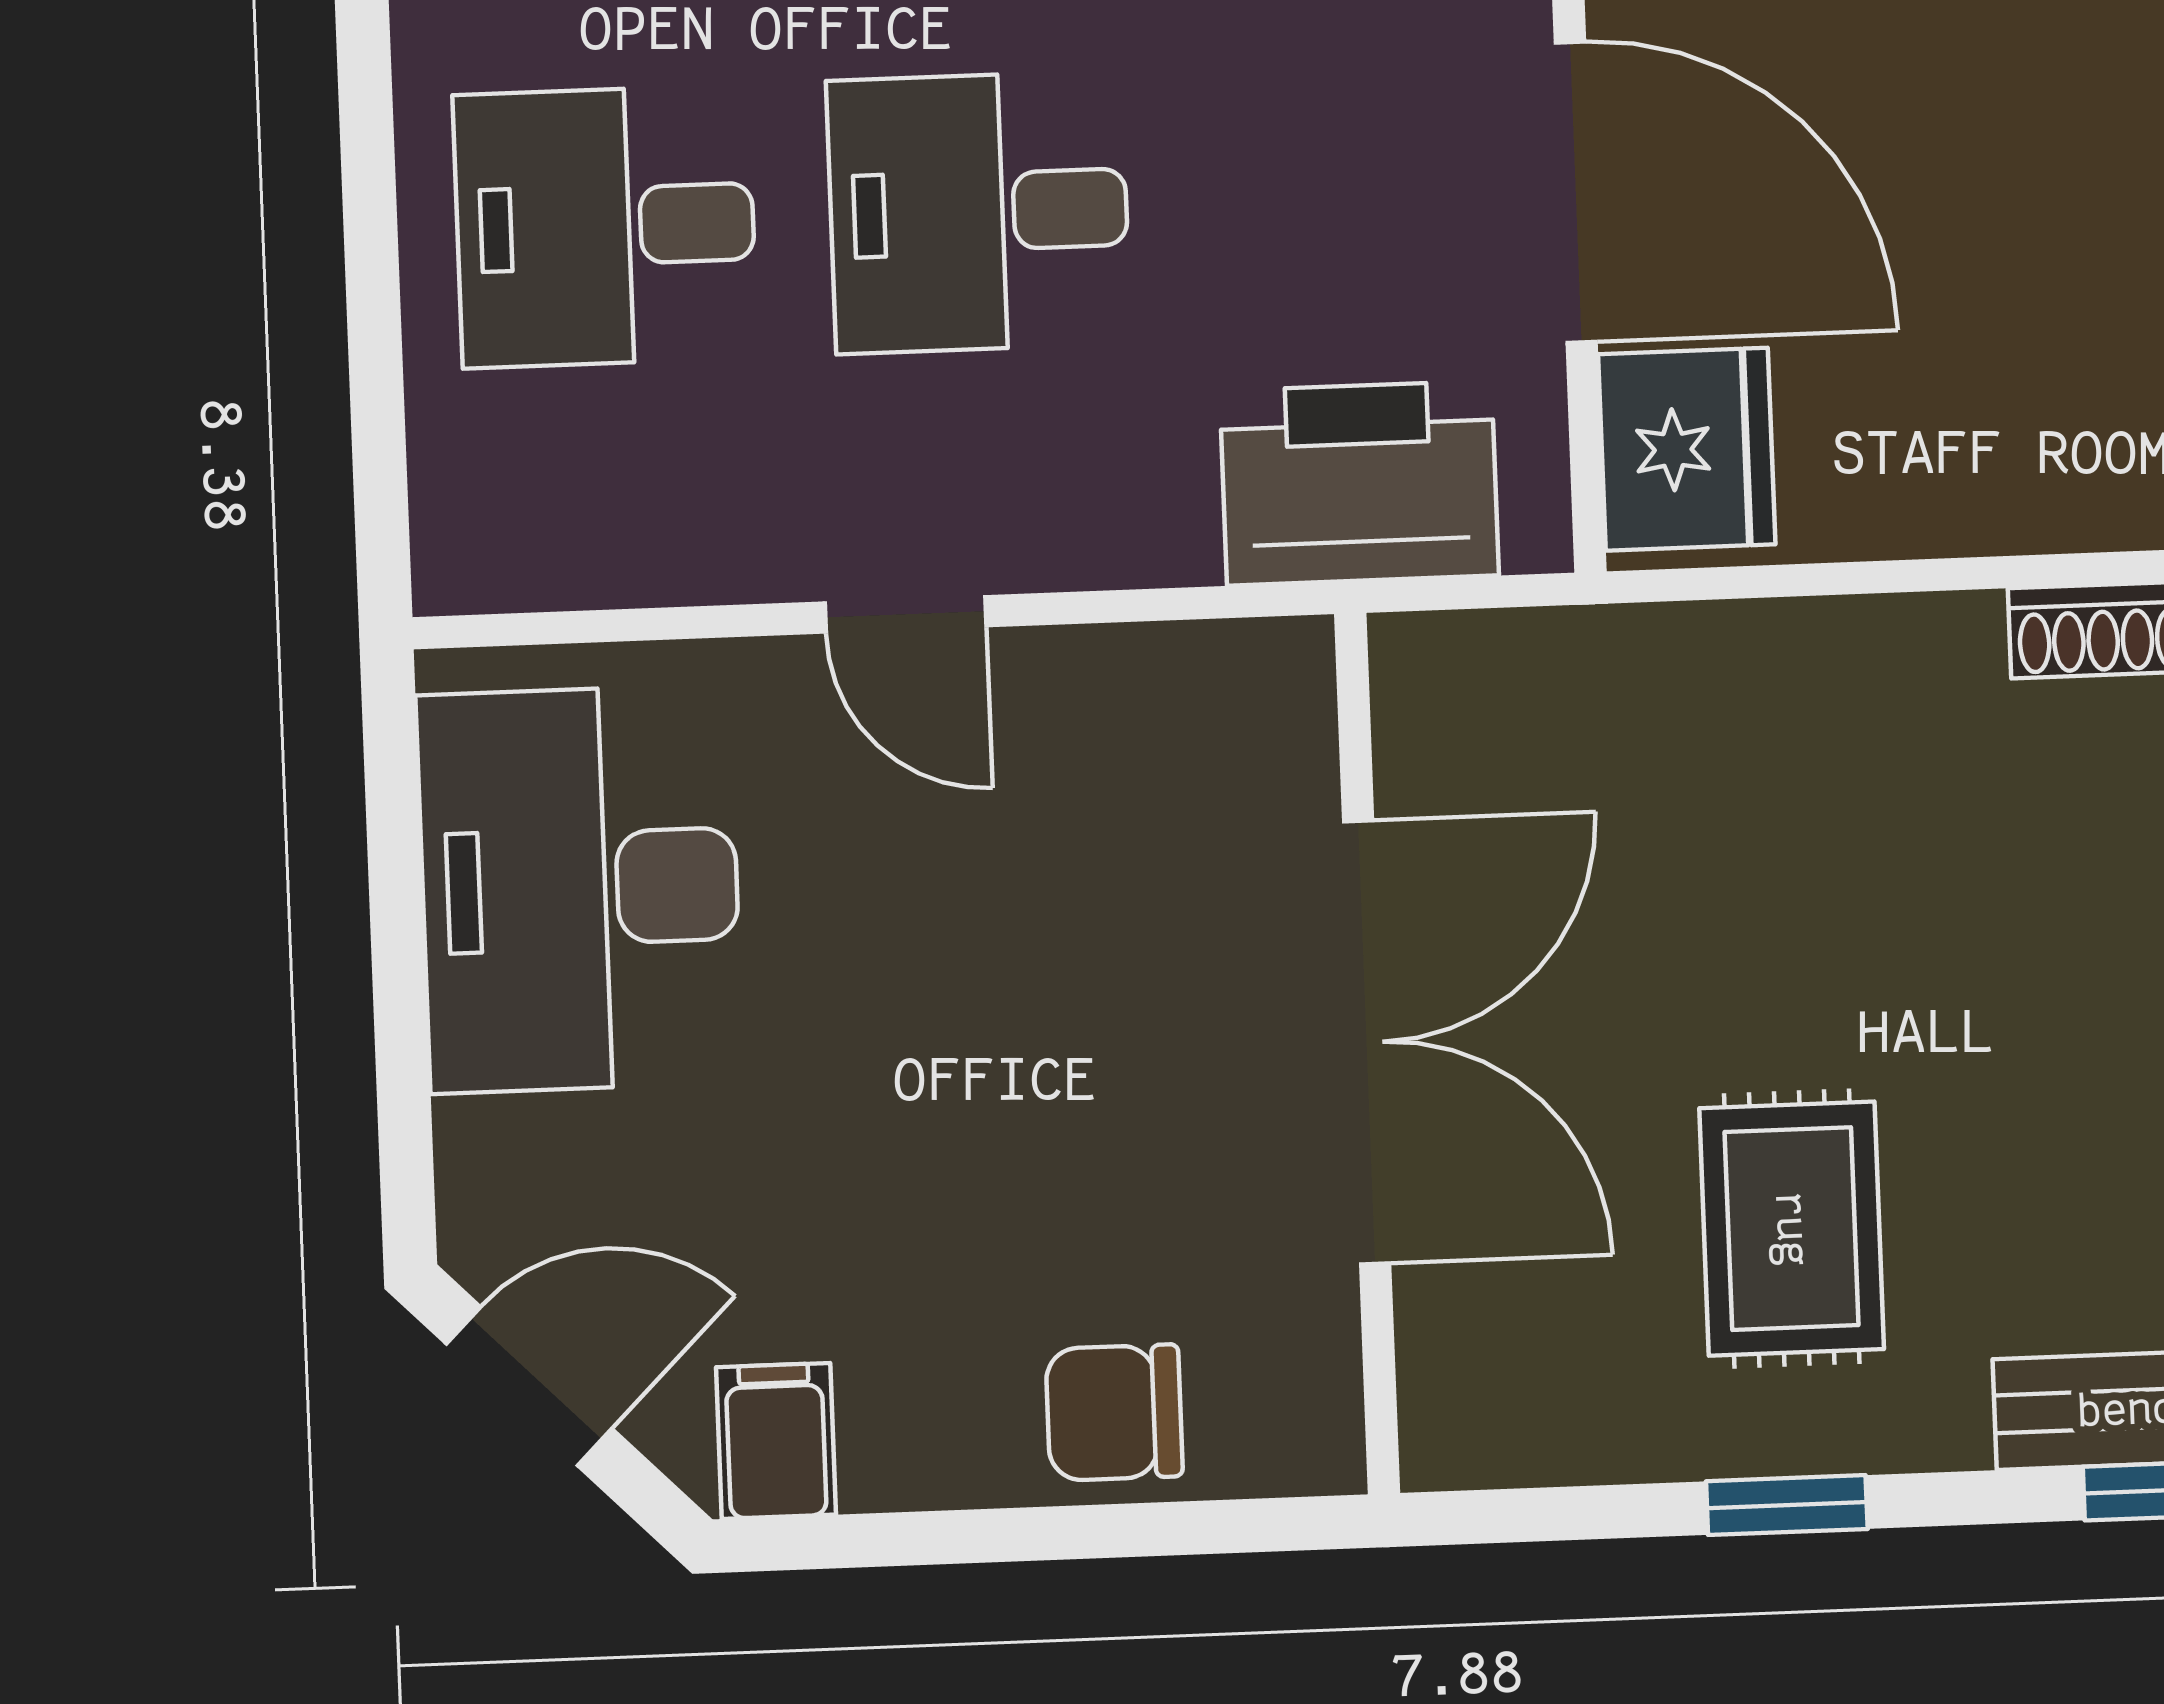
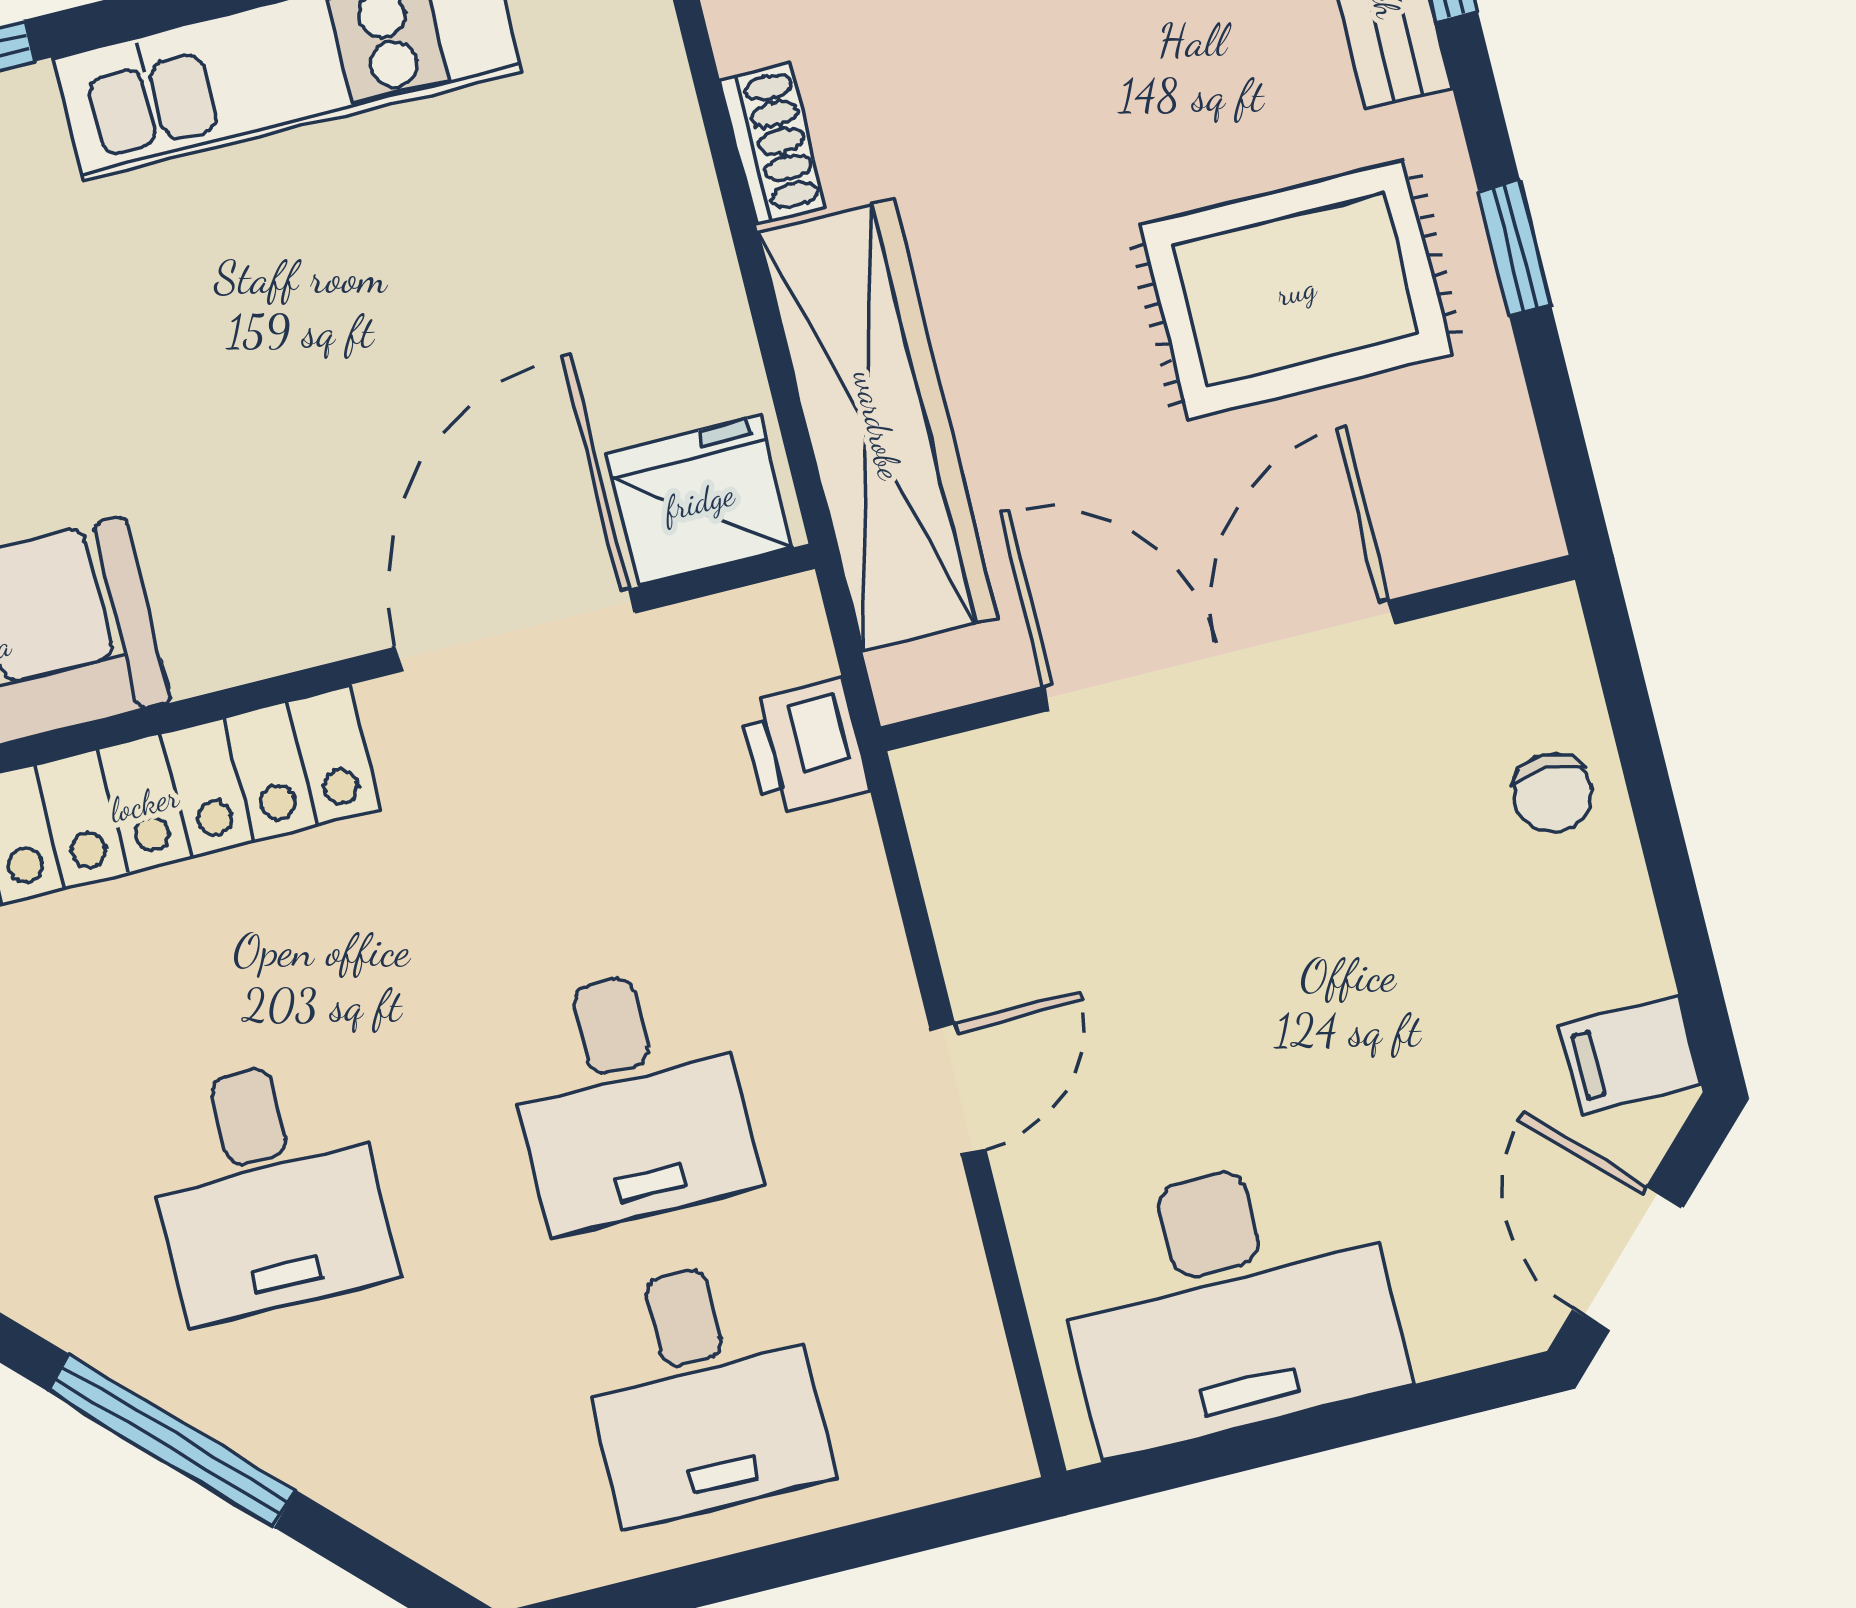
printer: (1359, 483) -> (804, 747), width x0.53, depth x0.68
wardrobe: (1733, 686) -> (878, 425), added
rug: (1792, 1229) -> (1296, 290), width x1.36, depth x1.43
chair: (1114, 1413) -> (1552, 793), width x0.73, depth x0.73

